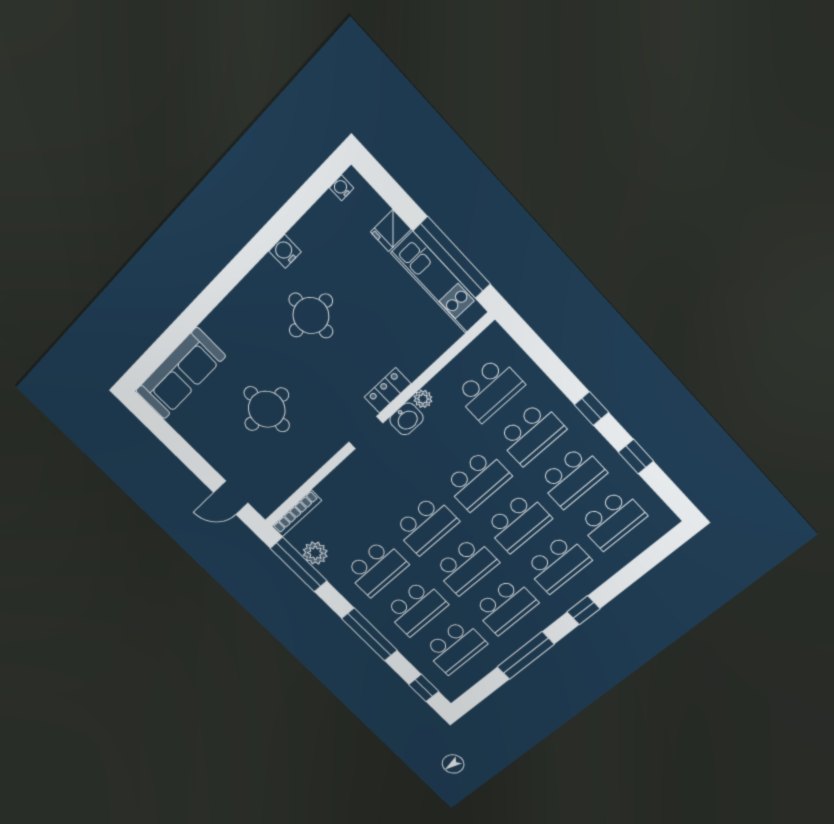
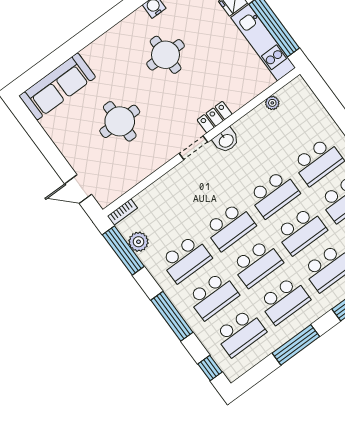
school desk: (490, 389) -> (291, 125), removed
plant: (423, 399) -> (272, 103), moved
bookcase: (297, 513) -> (122, 212), width x0.64

